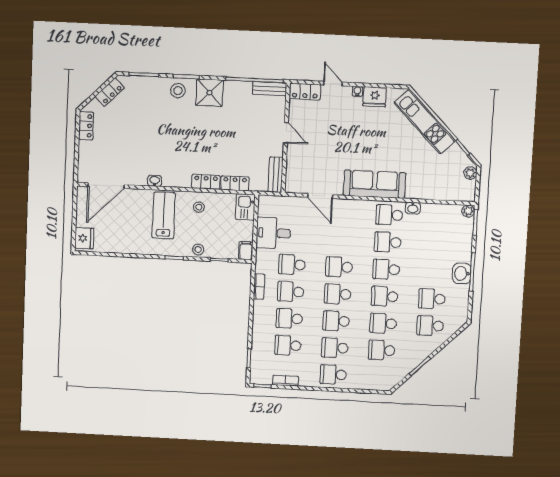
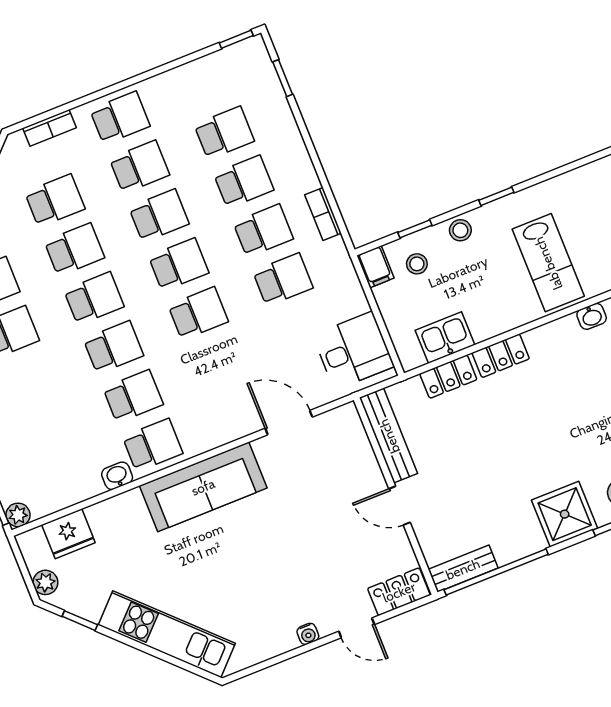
fridge: (375, 97) -> (68, 534), moved, turned 180
bench: (276, 175) -> (389, 436), width x1.36
stool: (199, 207) -> (417, 264), moved
kitchen sink: (245, 207) -> (445, 338), moved, turned -90
desk: (273, 233) -> (353, 351), moved
bookcase: (285, 381) -> (49, 128), moved

